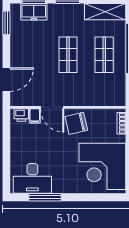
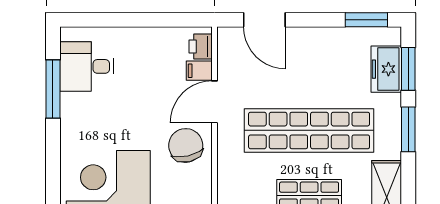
shop shelf: (68, 55) -> (309, 130), width x2.00, depth x1.36
desk: (32, 178) -> (87, 66), width x0.73

